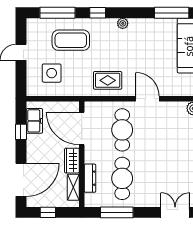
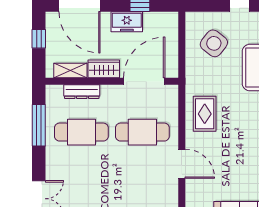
side table: (52, 73) -> (214, 43), turned 38
door: (147, 99) -> (182, 164), hinge flipped
freezer: (34, 121) -> (127, 22), moved

